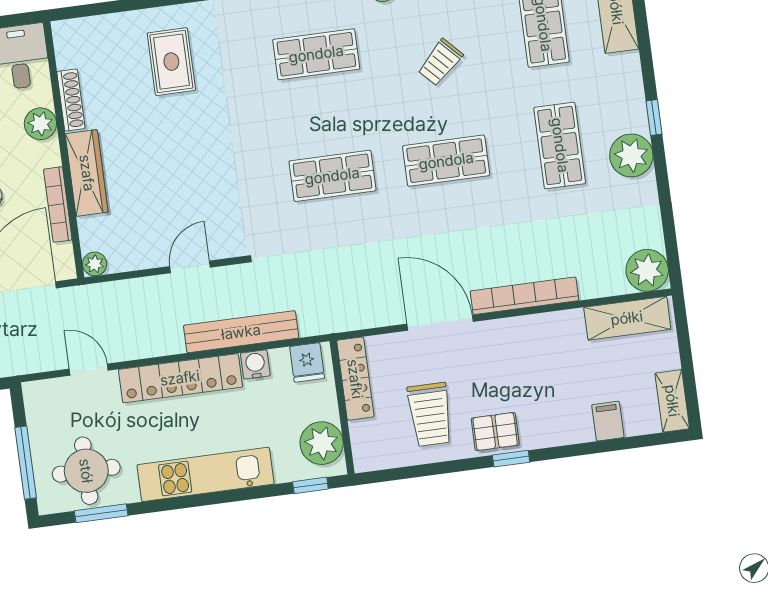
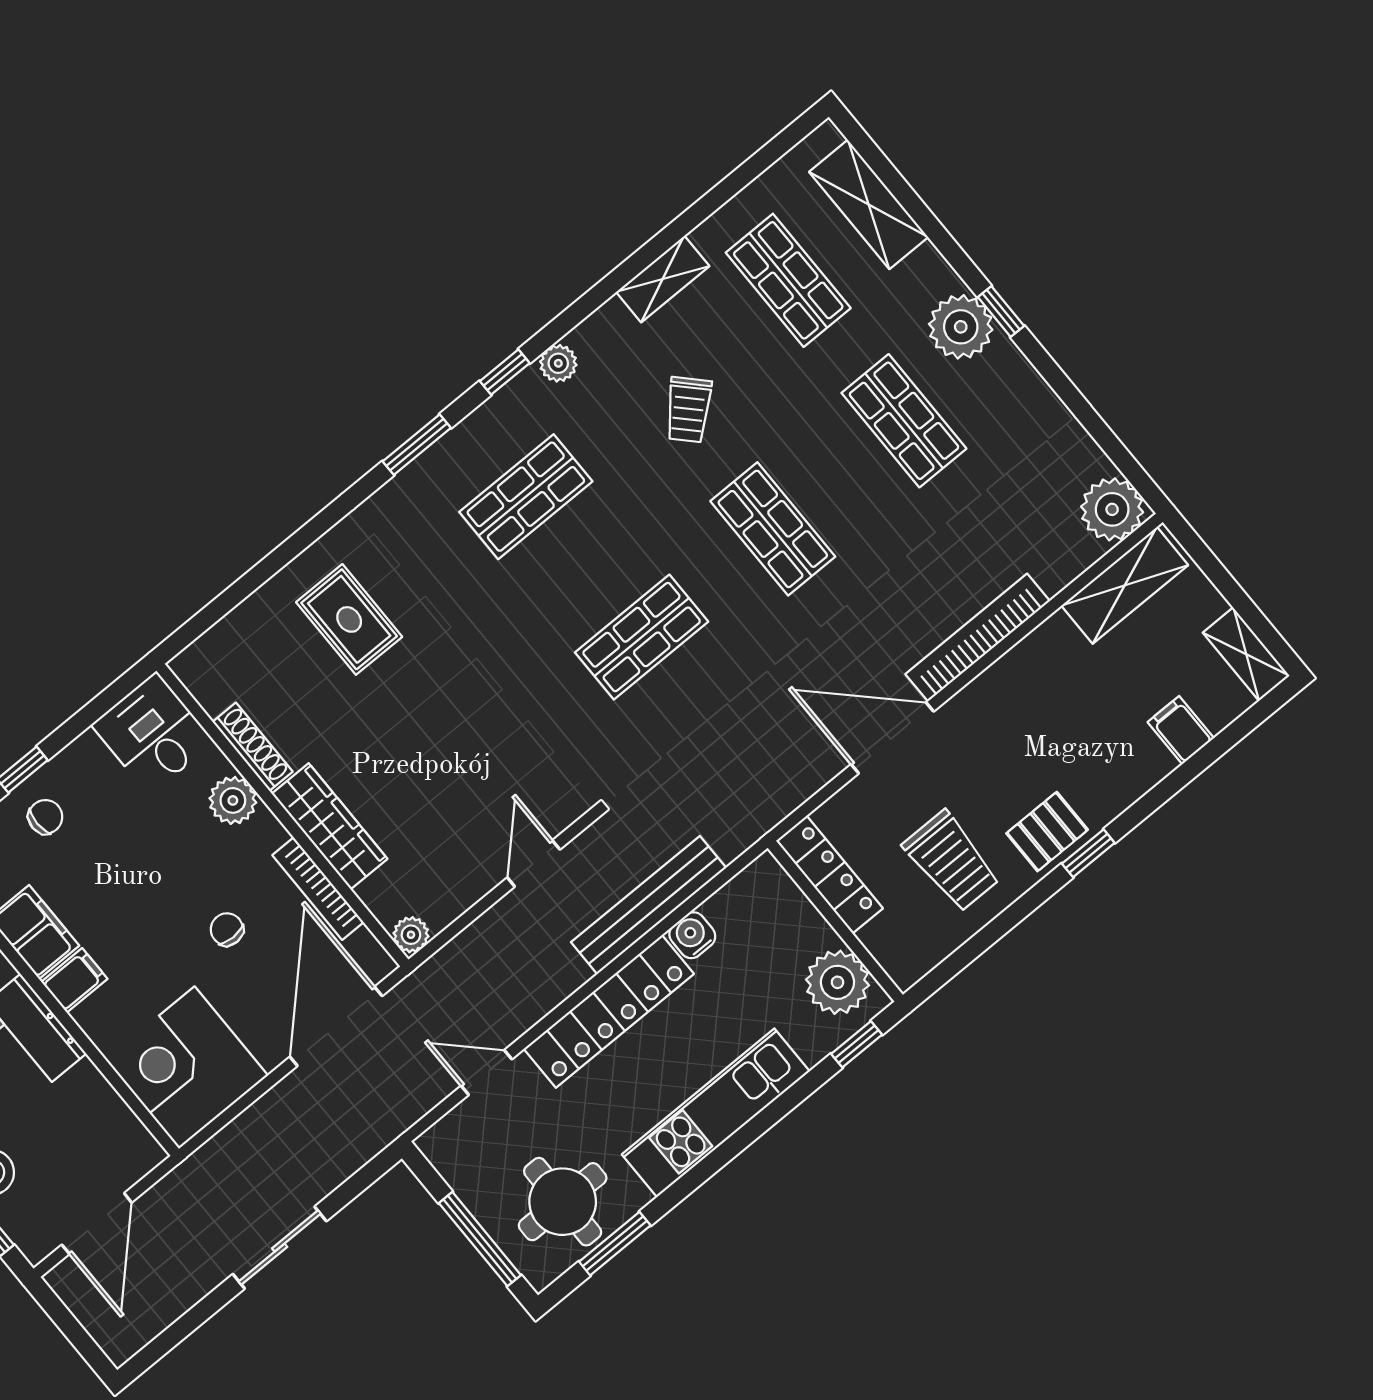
plant: (631, 155) -> (961, 327), moved
shop shelf: (446, 161) -> (773, 529), turned 90
fridge: (307, 362) -> (756, 892), removed

